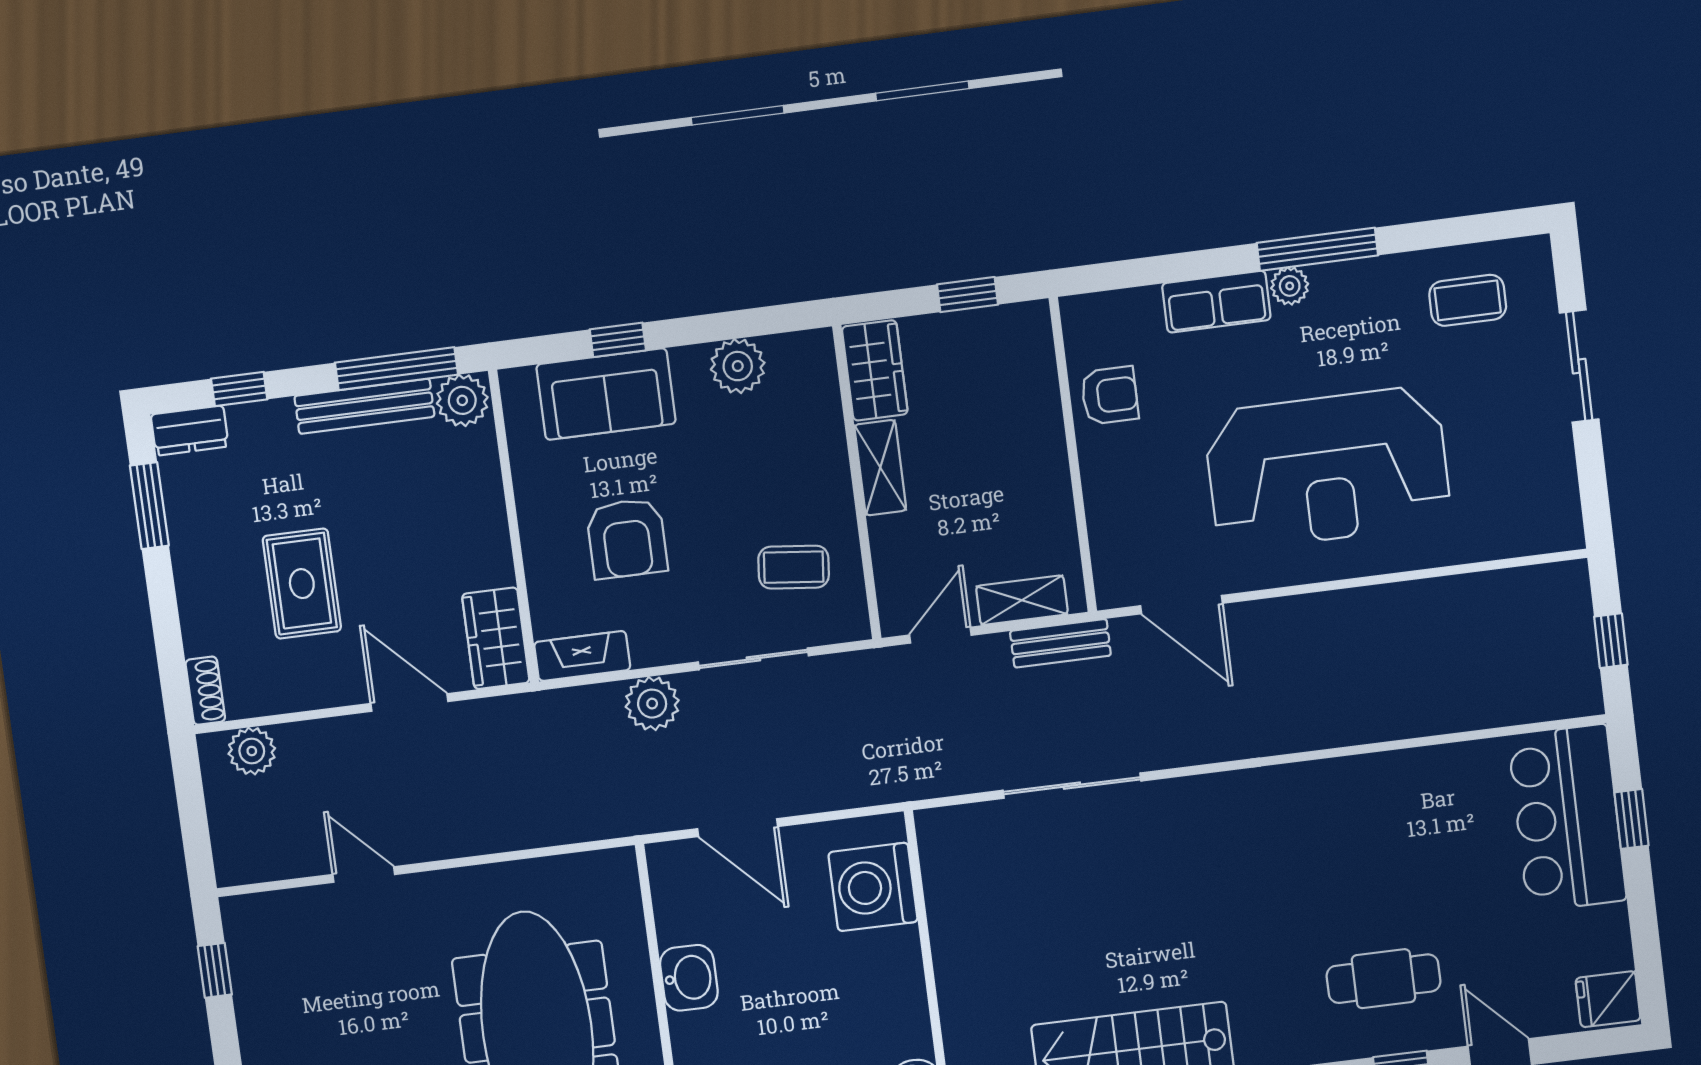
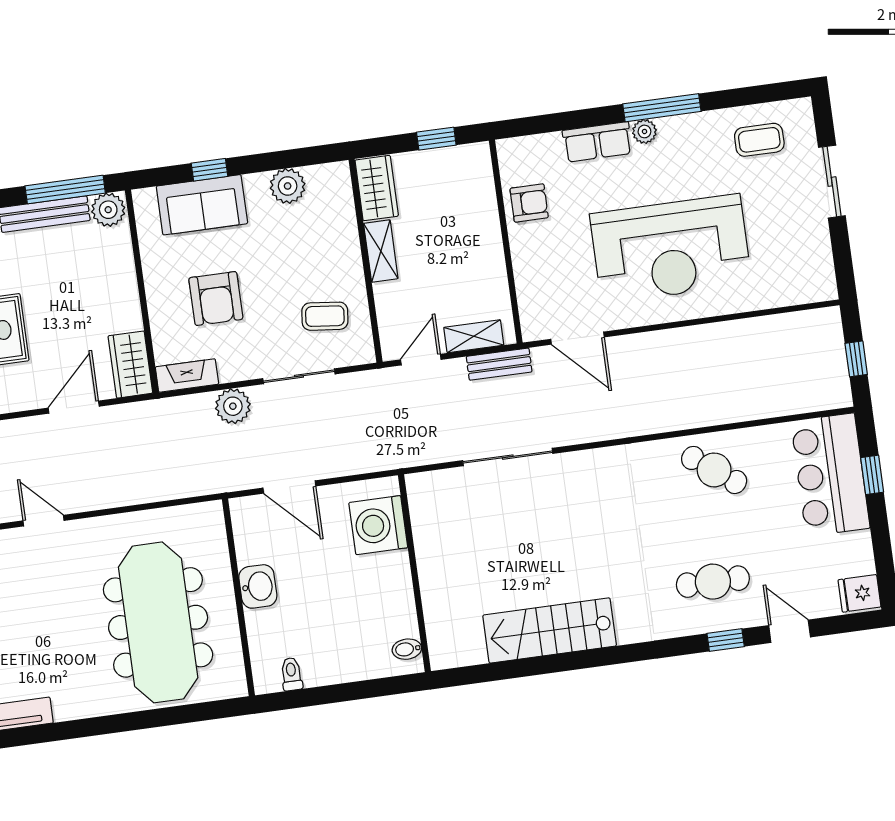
door: (409, 702) -> (74, 407), hinge flipped
cafe table: (1388, 809) -> (714, 470), added

